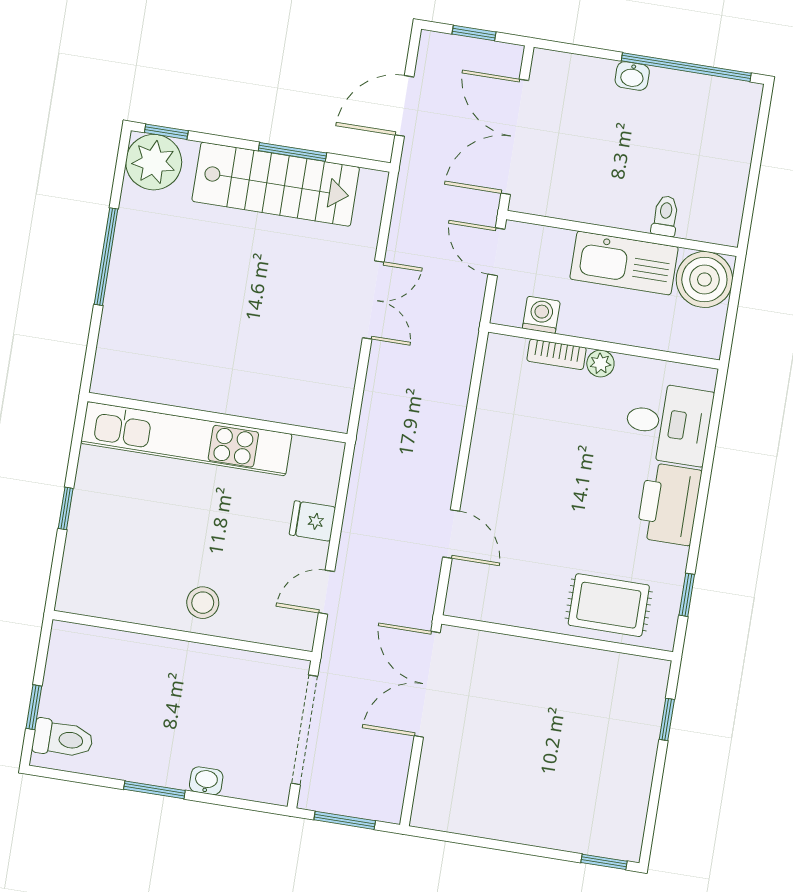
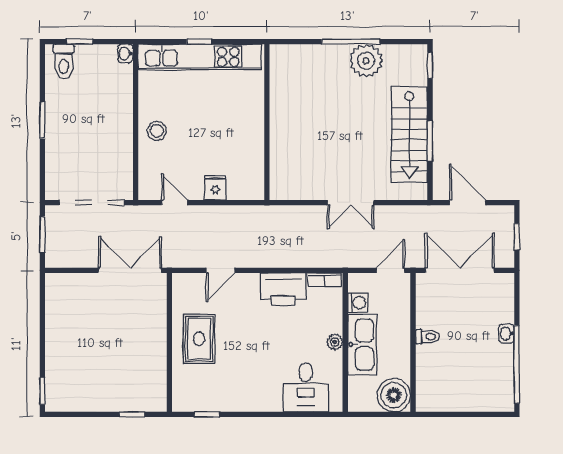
plant: (154, 162) -> (366, 61), moved
toilet: (665, 216) -> (427, 337), moved
kitchen sink: (624, 263) -> (362, 345), moved, turned 180
bookcase: (557, 354) -> (325, 280), moved, turned -90
kitchen unit: (186, 439) -> (200, 57), moved, turned -90
printer: (669, 504) -> (283, 289), moved, turned 180
rug: (609, 605) -> (199, 339), moved
washbasin: (206, 781) -> (125, 54), moved, turned 180

